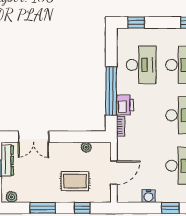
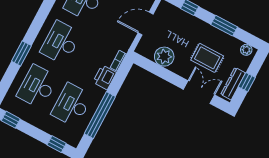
window: (111, 91) -> (100, 115), moved
plant: (86, 147) -> (164, 57), width x1.88, depth x1.88
rug: (75, 181) -> (207, 58), moved

